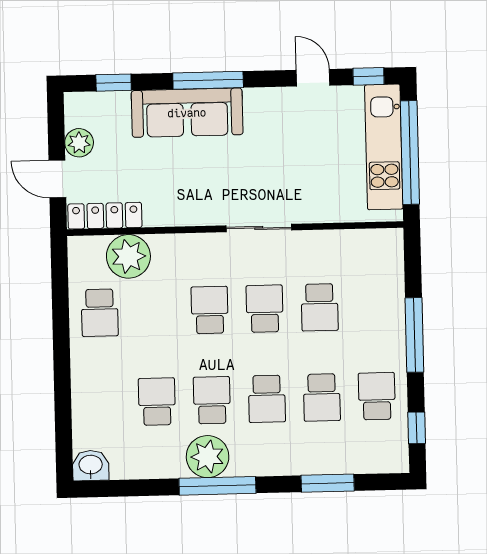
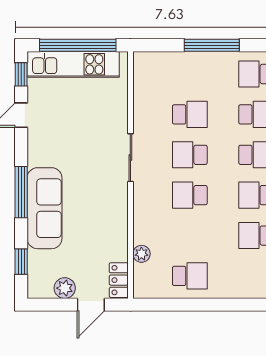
locker: (105, 216) -> (119, 280), width x0.66
plant: (128, 256) -> (141, 254), width x0.53, depth x0.53

